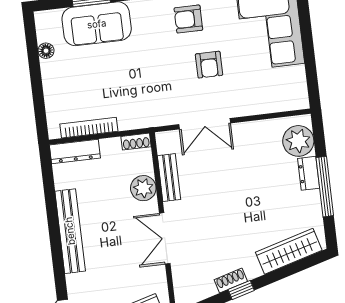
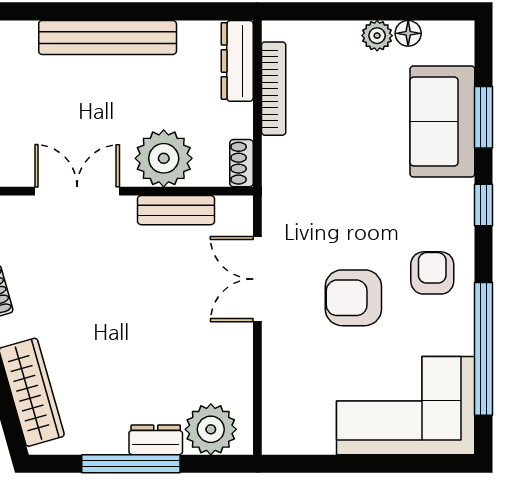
armchair: (209, 65) -> (353, 298), width x1.38, depth x1.38
plant: (50, 69) -> (377, 36), added
plant: (143, 188) -> (164, 158), width x1.36, depth x1.36

